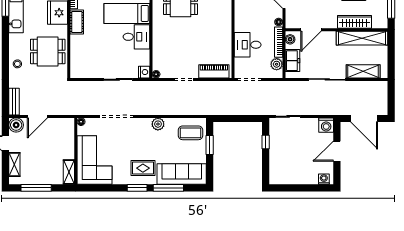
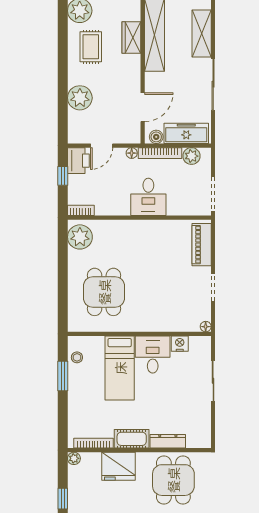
wardrobe: (355, 22) -> (131, 38), width x0.67
door: (311, 30) -> (143, 107), hinge flipped
desk: (248, 45) -> (148, 197), moved
dresser: (75, 48) -> (168, 441), added
freezer: (292, 61) -> (186, 133), width x1.40
nightstand: (144, 72) -> (180, 344), moved

